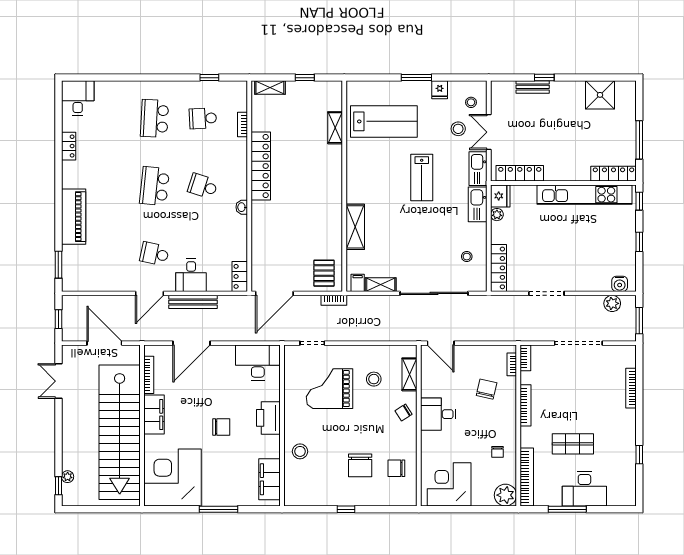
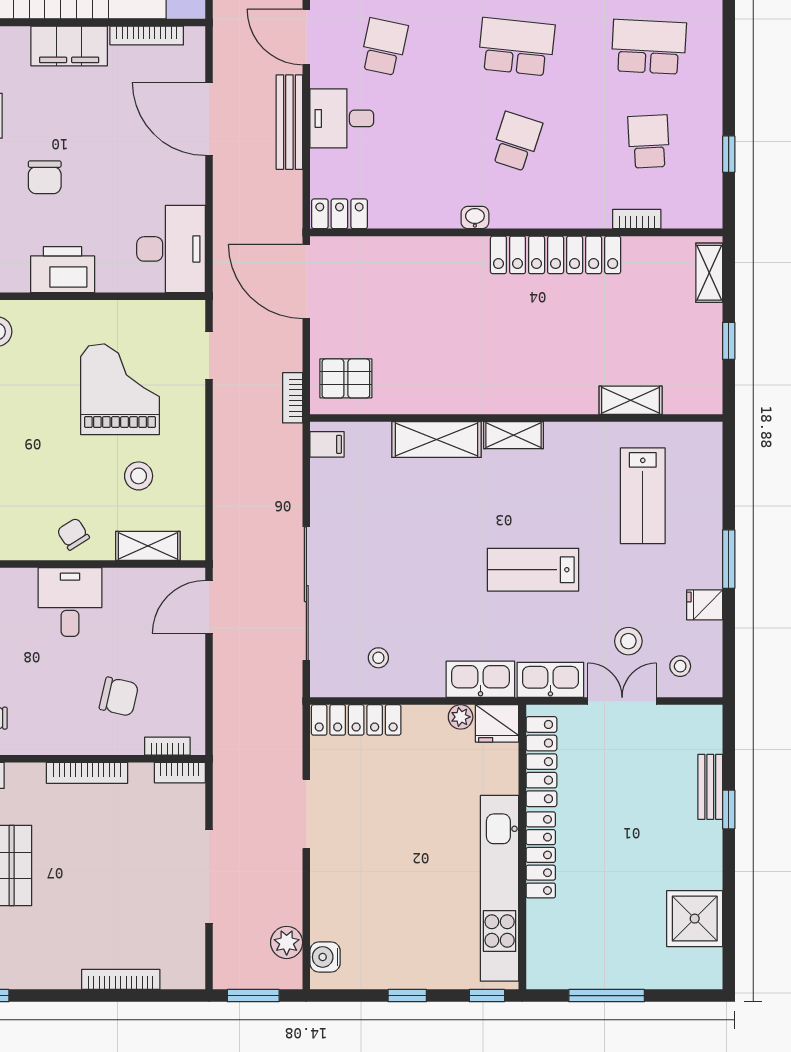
lab bench: (384, 121) -> (643, 496), width x0.73, depth x0.72
locker: (614, 174) -> (541, 855), moved
shelving: (381, 285) -> (514, 435), moved, turned 90

